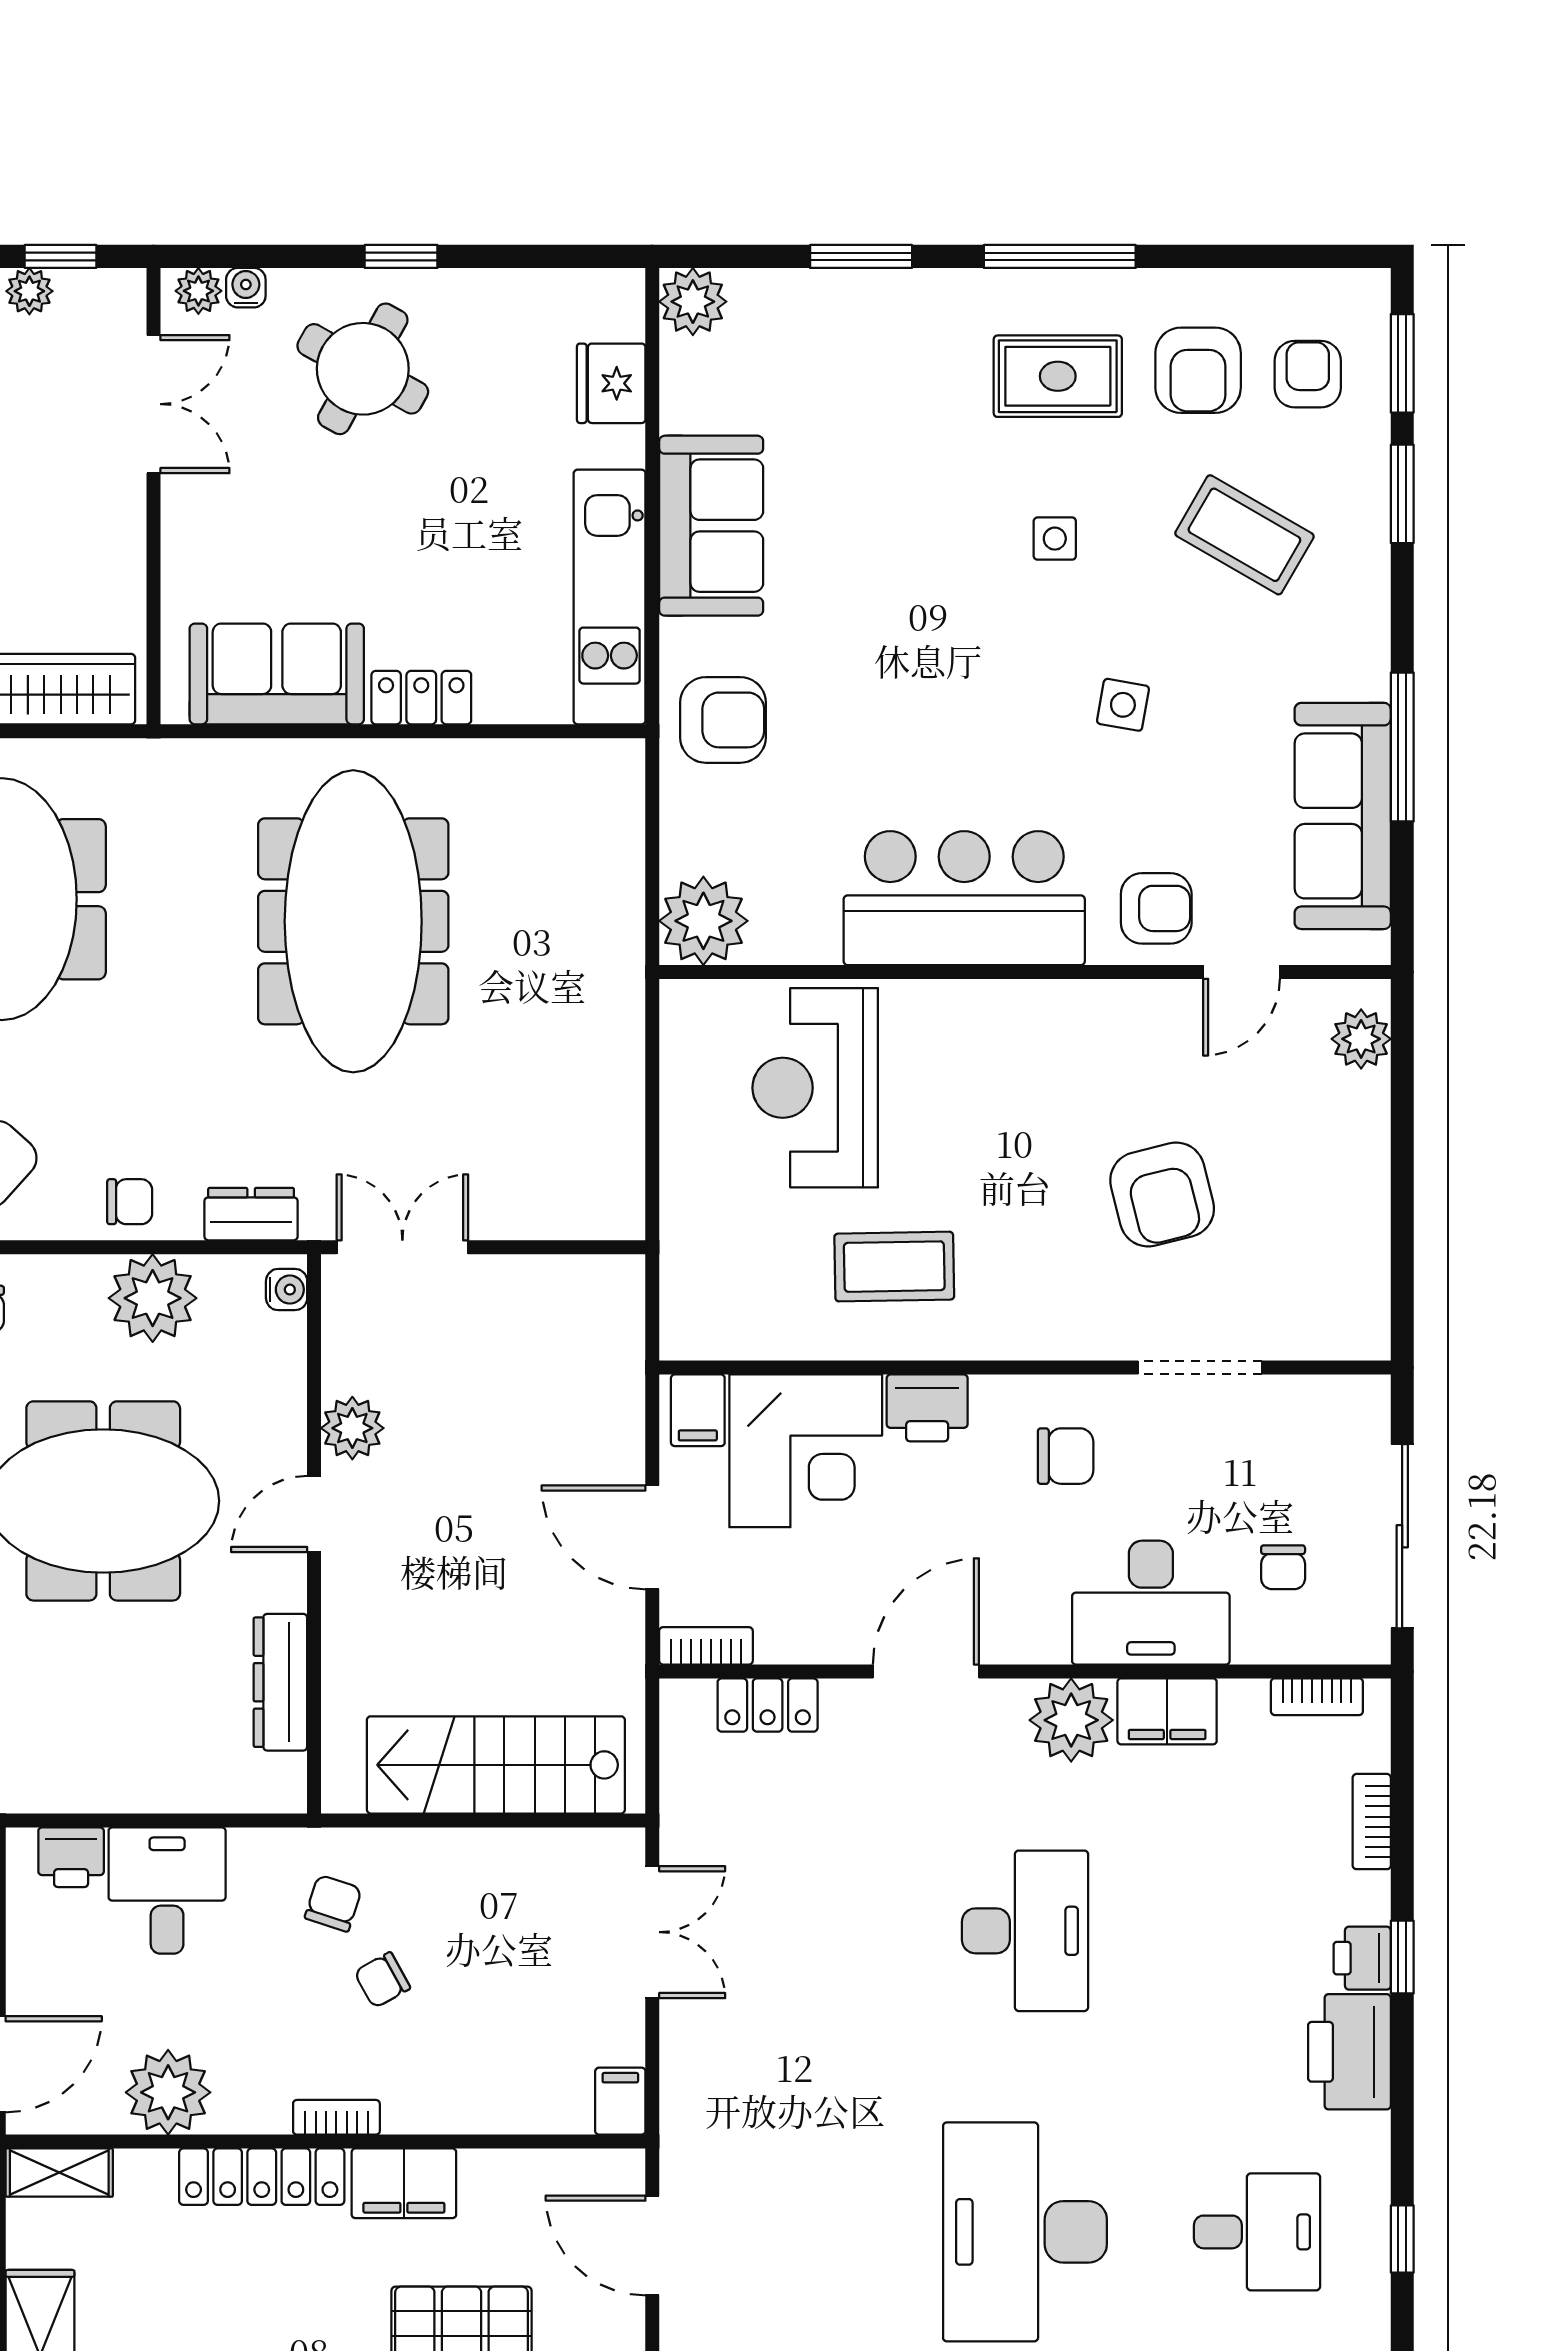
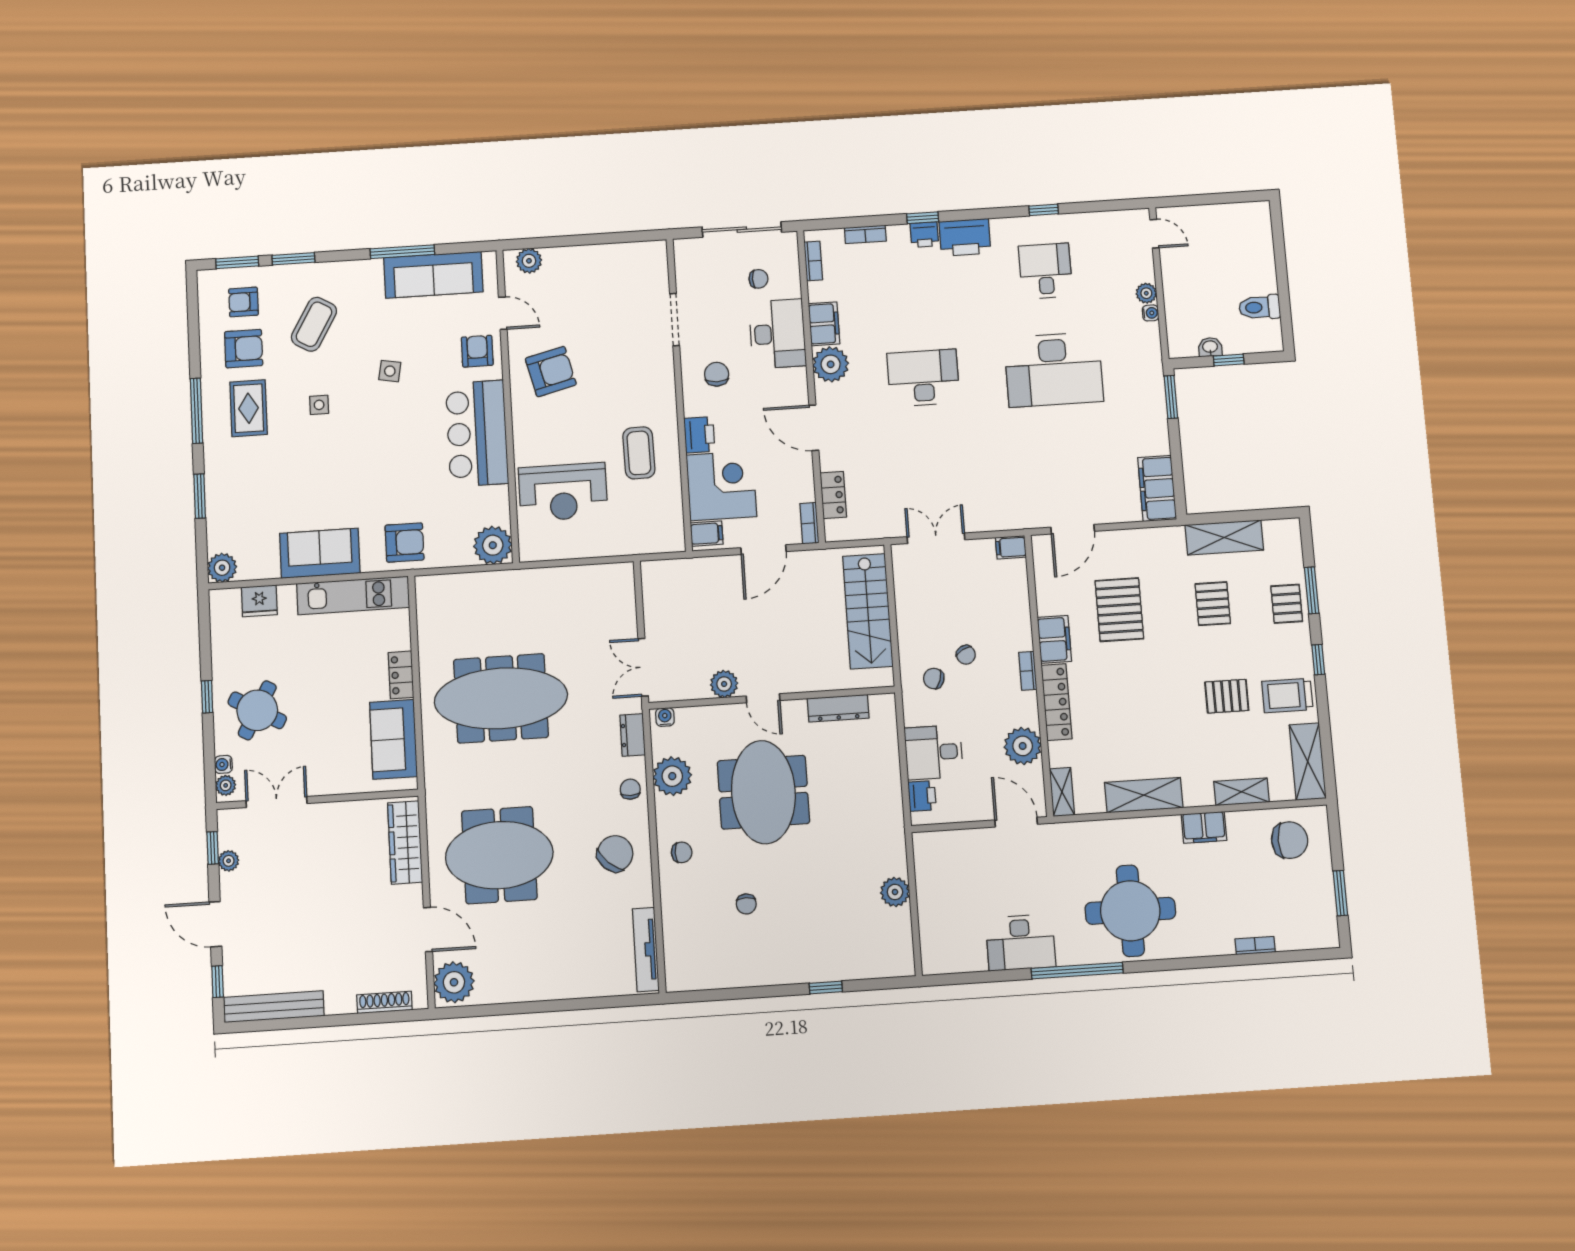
armchair: (723, 720) -> (405, 543), turned 90
armchair: (1162, 1195) -> (551, 372), moved

